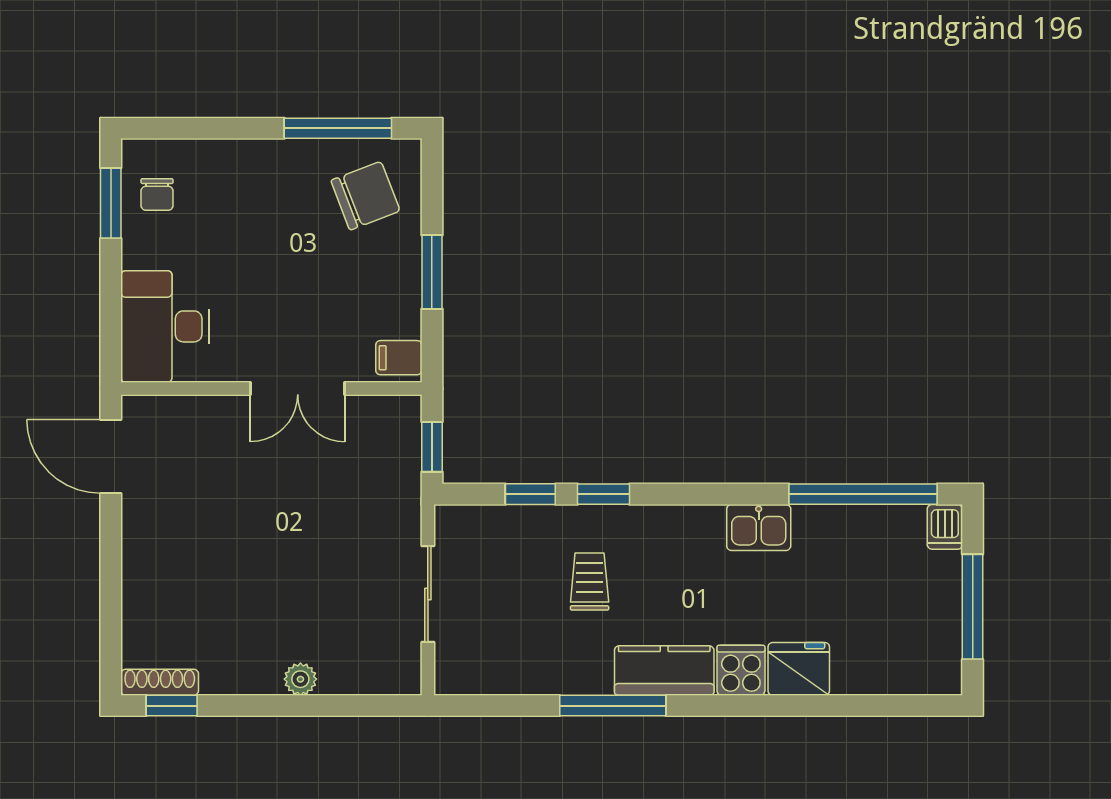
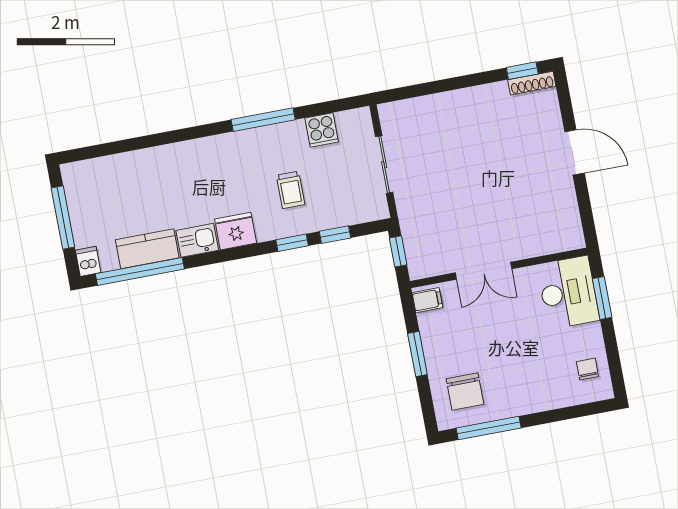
chair: (365, 196) -> (465, 392), turned -69
window: (111, 203) -> (602, 298), moved
double door: (298, 388) -> (483, 271), swing flipped
door: (111, 457) -> (575, 152), moved
fridge: (799, 669) -> (236, 231), moved, turned 180
cooker: (741, 670) -> (322, 130), moved
kitchen counter: (664, 671) -> (147, 249), moved, turned 180
plant: (300, 679) -> (449, 100), removed

